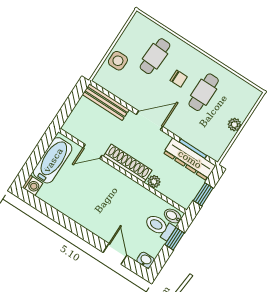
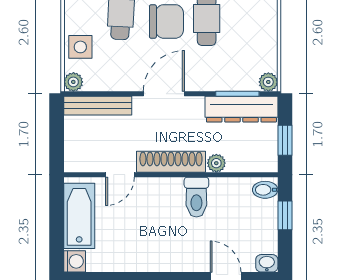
plant: (100, 79) -> (73, 82), added
chair: (179, 79) -> (166, 21), width x1.87, depth x1.87
plant: (234, 125) -> (268, 82), moved
toilet: (160, 227) -> (196, 197), moved, turned -90

